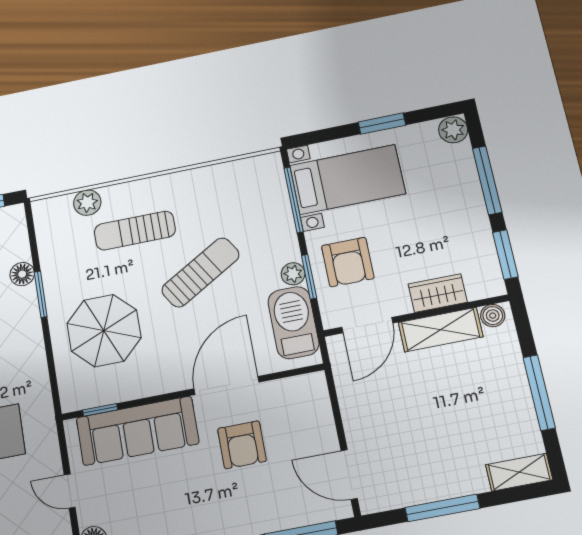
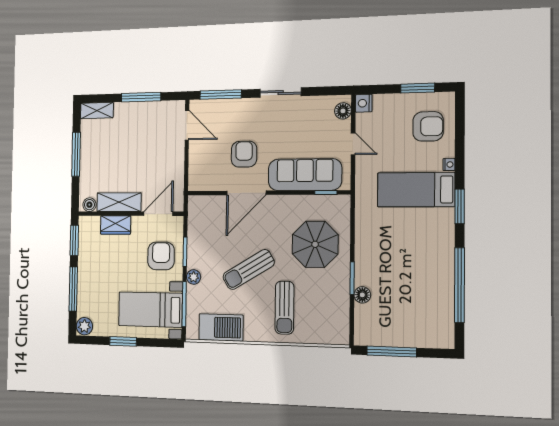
plant: (87, 203) -> (312, 335), removed
sun lounger: (135, 231) -> (284, 308), turned 90
plant: (293, 274) -> (194, 277), moved
barbecue: (293, 323) -> (221, 327), moved, turned -90

